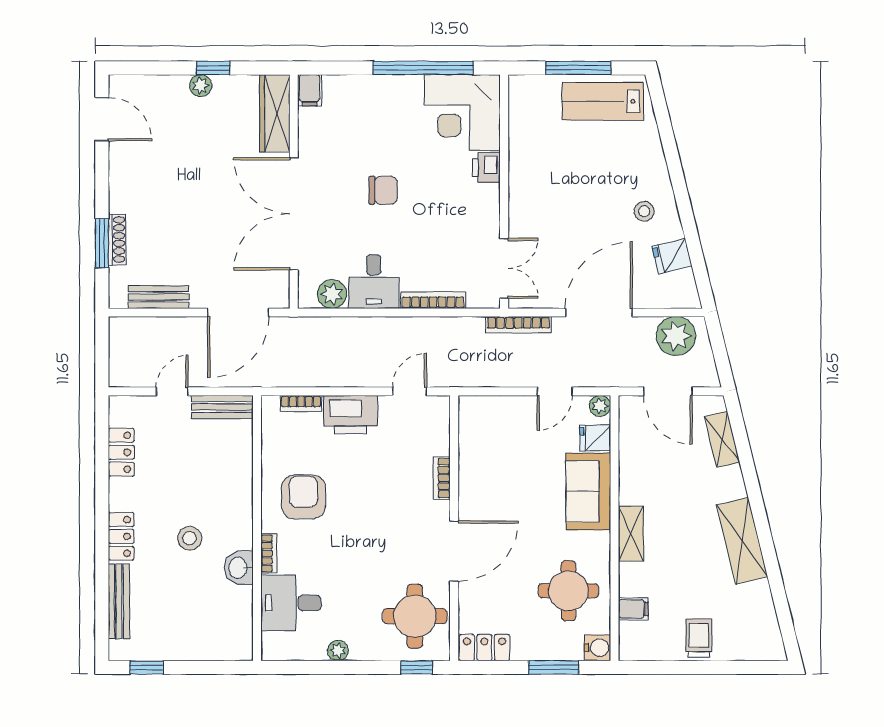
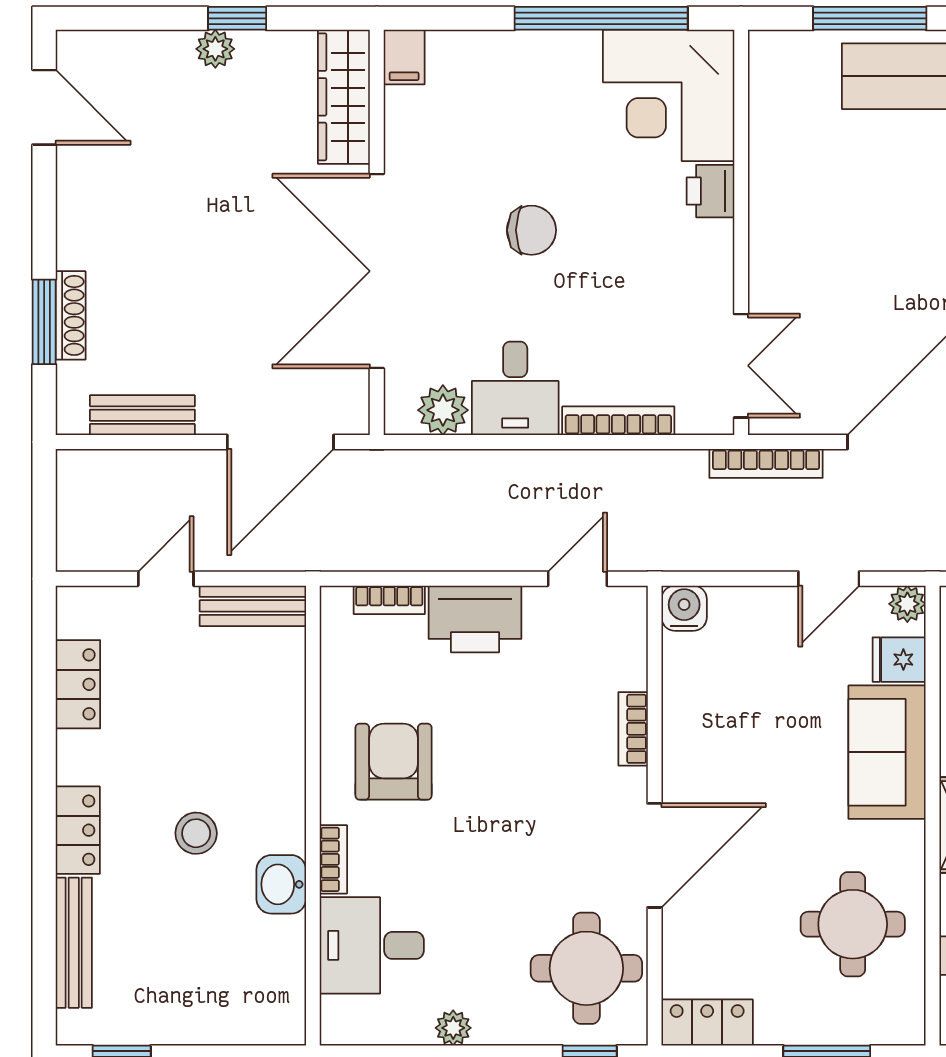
water cooler: (597, 648) -> (684, 608), moved, turned -90

